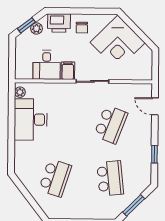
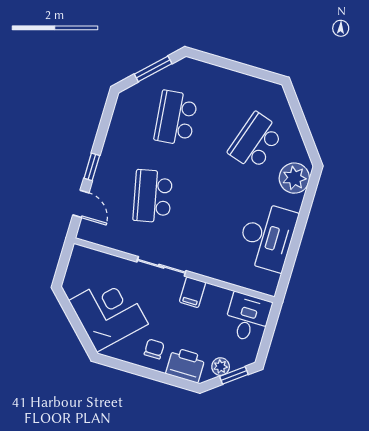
desk: (47, 65) -> (248, 317), moved
plant: (20, 92) -> (294, 178), moved, width x1.88, depth x1.88
school desk: (111, 124) -> (153, 196), turned -33
window: (154, 154) -> (92, 167), moved

